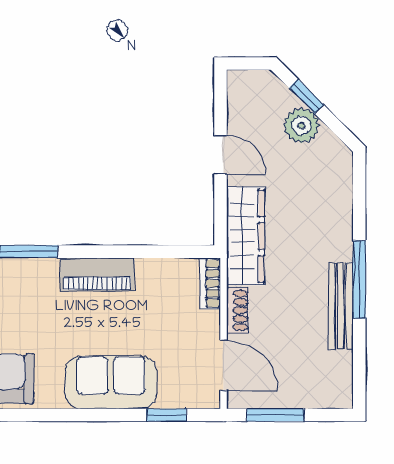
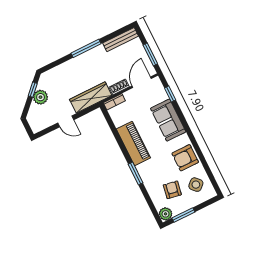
window: (306, 96) -> (33, 90), moved
door: (220, 155) -> (66, 121), swing flipped
piano: (97, 274) -> (133, 143), width x1.37, depth x1.33
bench: (341, 306) -> (121, 40), moved

